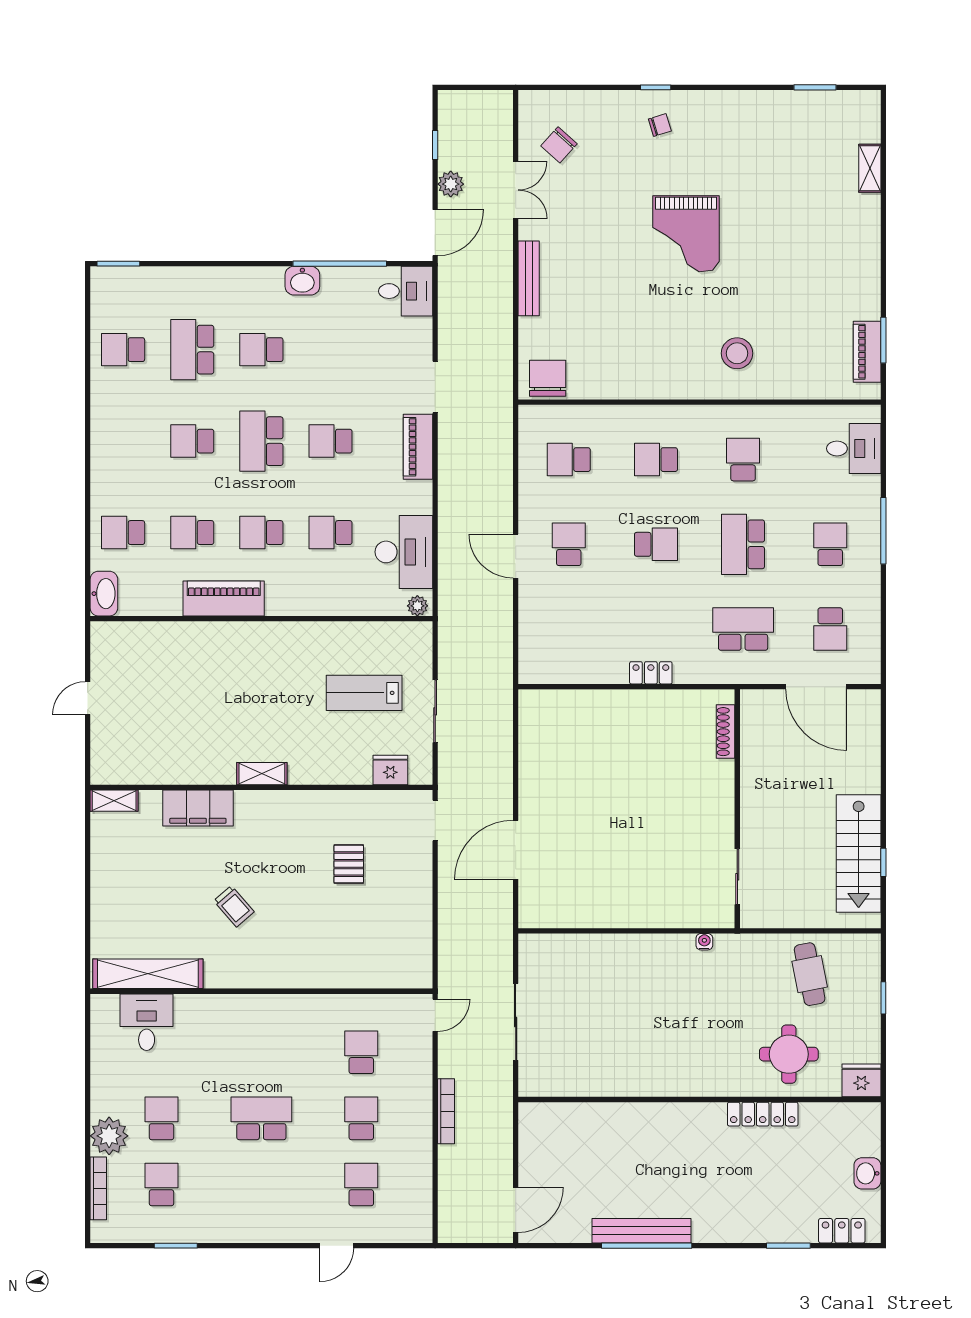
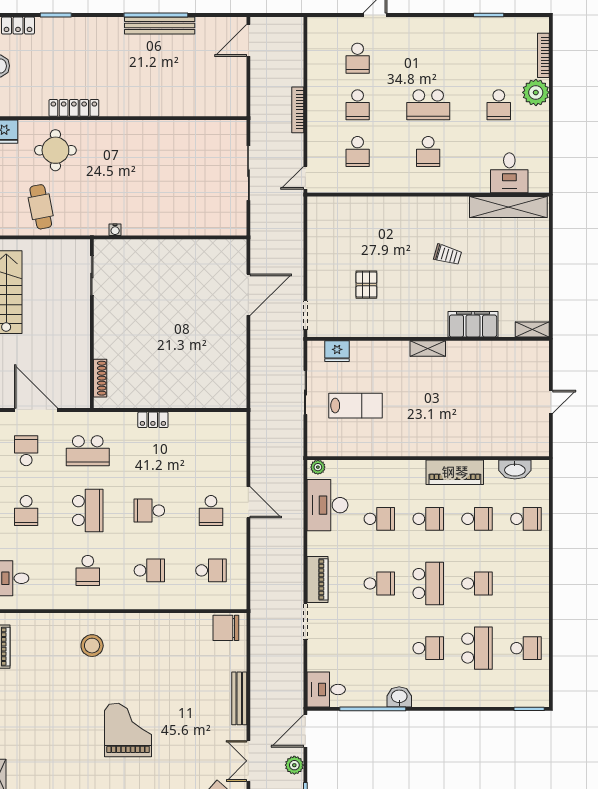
chair: (548, 378) -> (226, 628), turned 90
washbasin: (104, 594) -> (515, 470), moved, turned -90
trolley: (234, 906) -> (448, 255), turned 147
school desk: (161, 1184) -> (428, 152), moved

